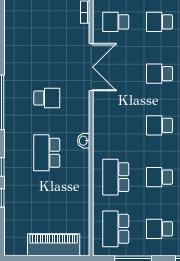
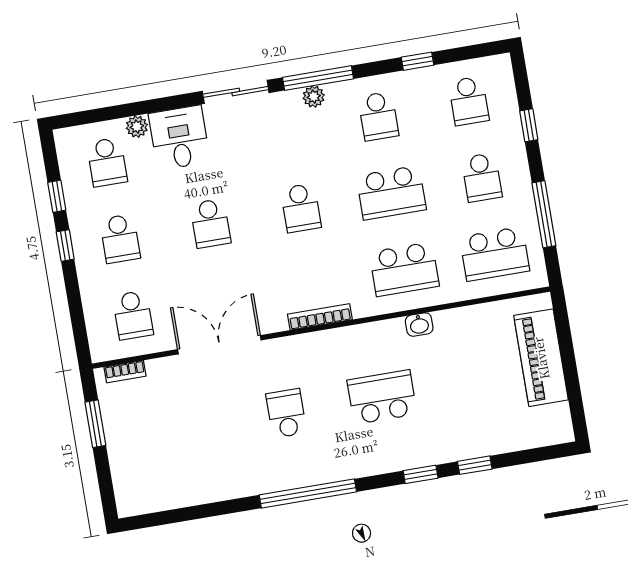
bookcase: (97, 126) -> (320, 317), added
washbasin: (84, 141) -> (419, 325), moved
school desk: (47, 153) -> (382, 397), turned 180
school desk: (159, 177) -> (391, 193), width x1.85

